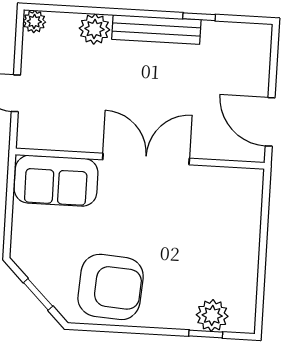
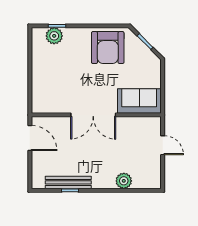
plant: (34, 21) -> (155, 183), removed
bench: (156, 29) -> (68, 182), moved
armchair: (111, 287) -> (108, 48), turned -94

